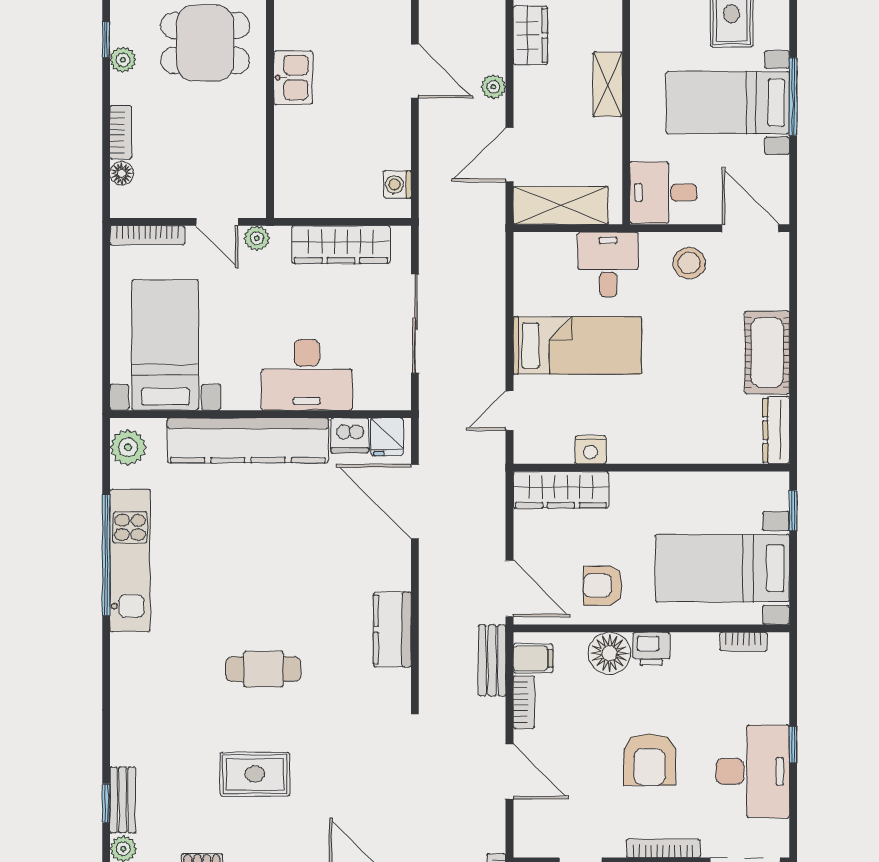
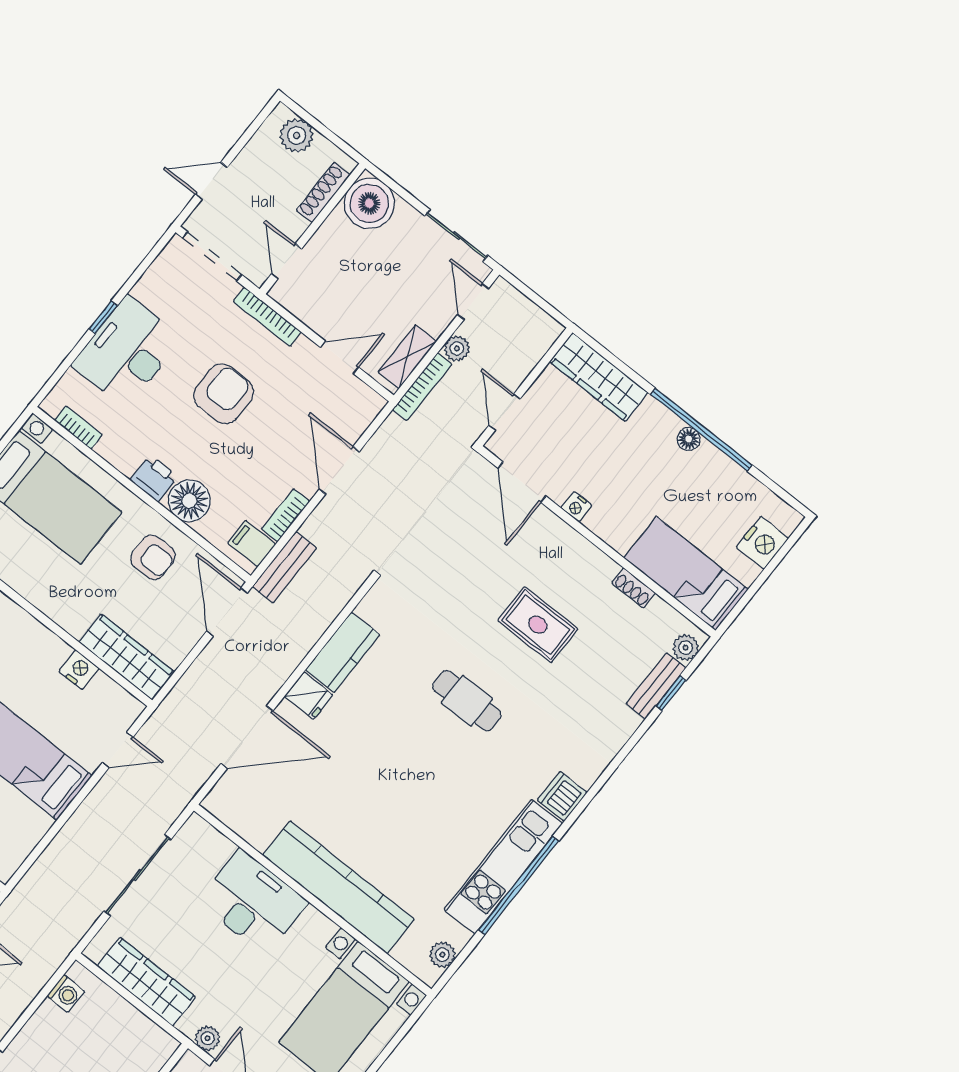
dishwasher: (350, 435) -> (562, 796), moved, turned -90
fridge: (387, 437) -> (309, 696), moved, turned 90
plant: (128, 447) -> (442, 955), width x0.73, depth x0.73
door: (415, 502) -> (247, 737), hinge flipped
desk: (753, 771) -> (127, 352), moved

